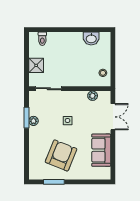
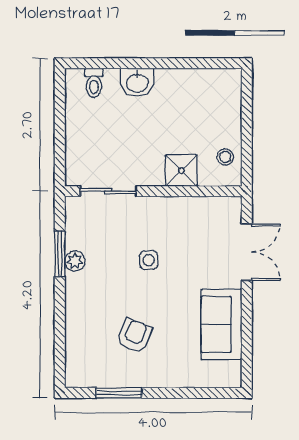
washbasin: (91, 38) -> (137, 82), moved
shower: (36, 65) -> (181, 171), moved
plant: (93, 96) -> (203, 206), removed
armchair: (61, 155) -> (134, 336), width x0.53, depth x0.53

